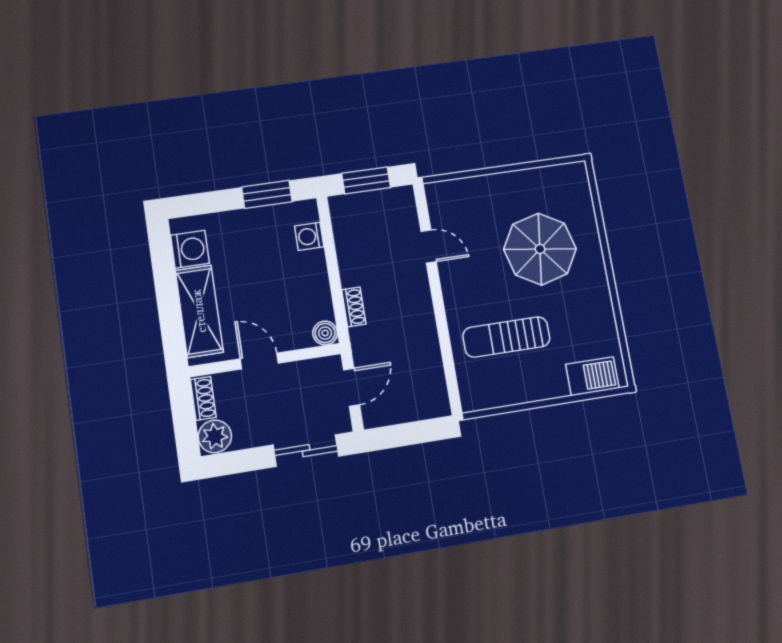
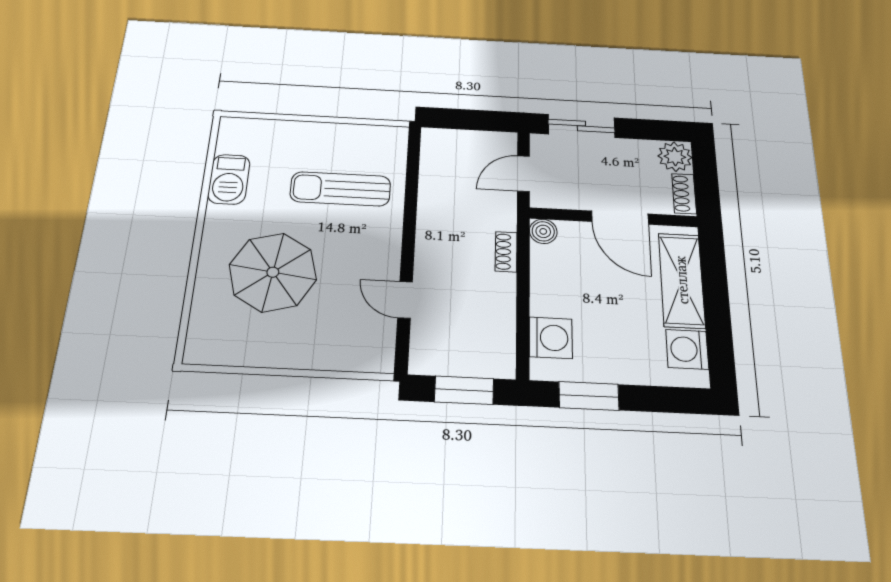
washing machine: (309, 236) -> (551, 338), width x1.38, depth x1.38
sun lounger: (506, 337) -> (340, 189), turned 180
door: (259, 361) -> (620, 218), width x1.38
barbecue: (592, 376) -> (229, 179), moved, turned -90

